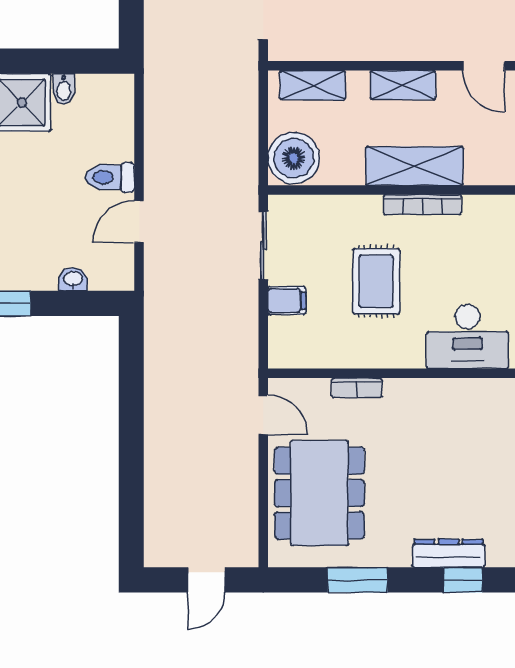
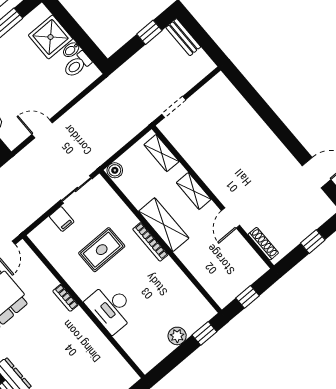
boiler: (294, 158) -> (115, 170), width x0.54, depth x0.54
toilet: (110, 177) -> (77, 65), moved, turned -90
bookcase: (357, 388) -> (65, 298), moved

